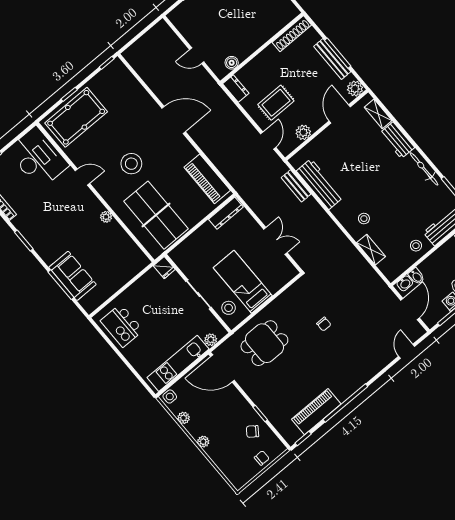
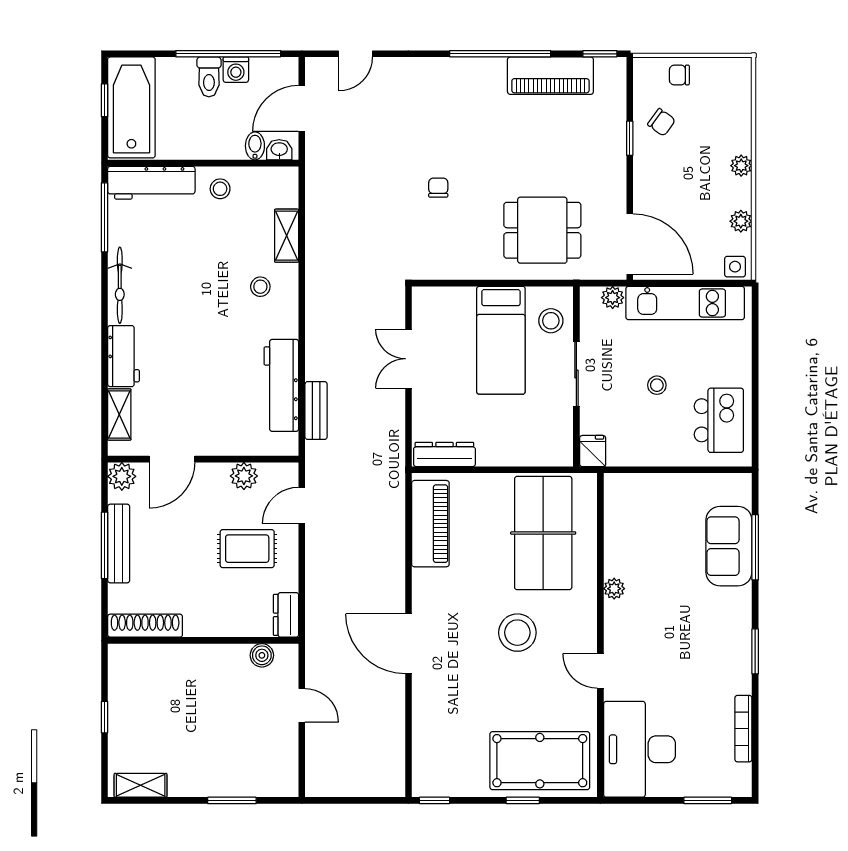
stool: (161, 318) -> (657, 385), added

